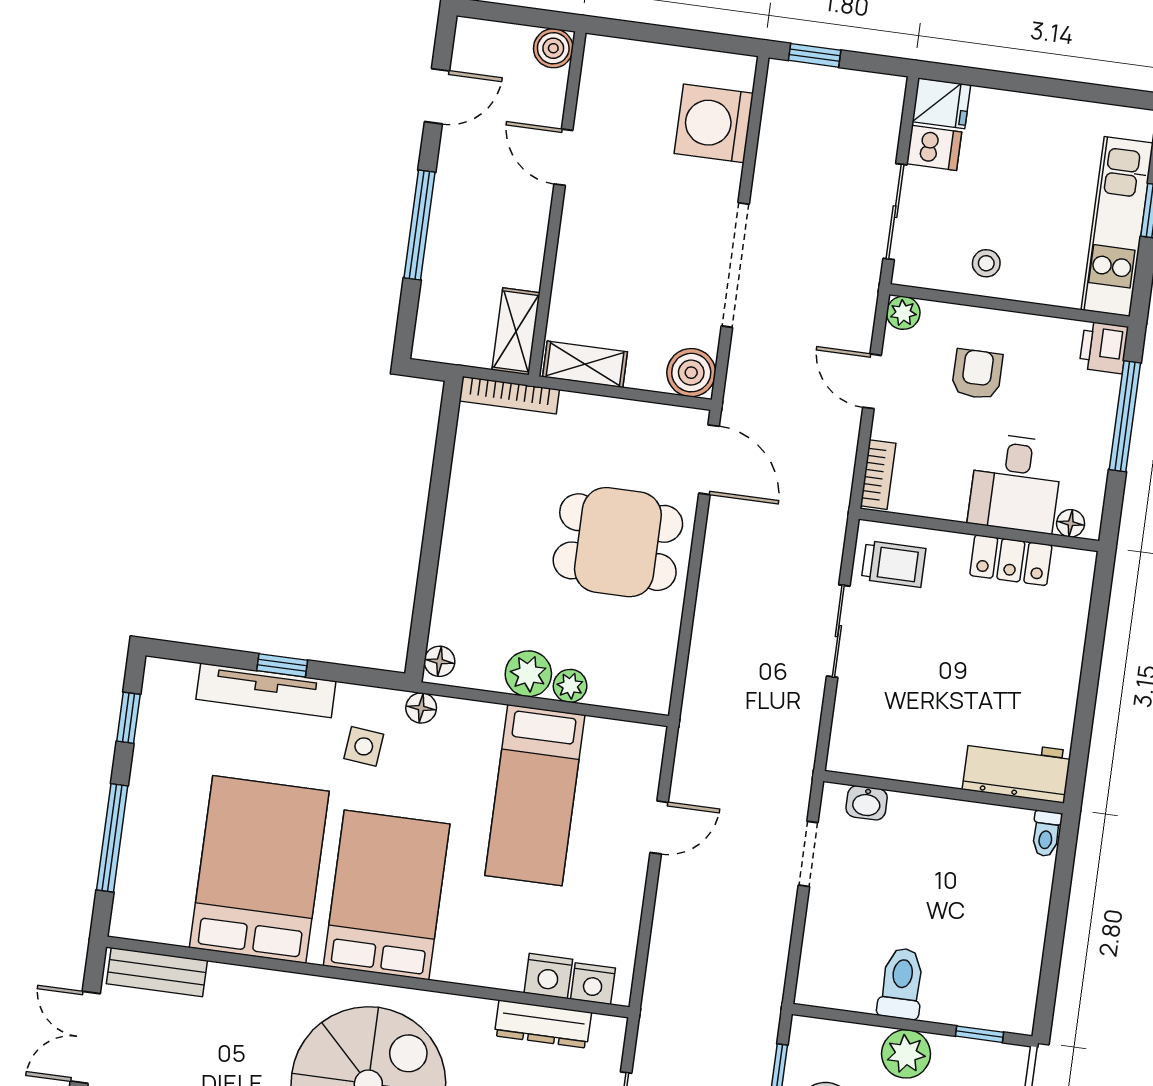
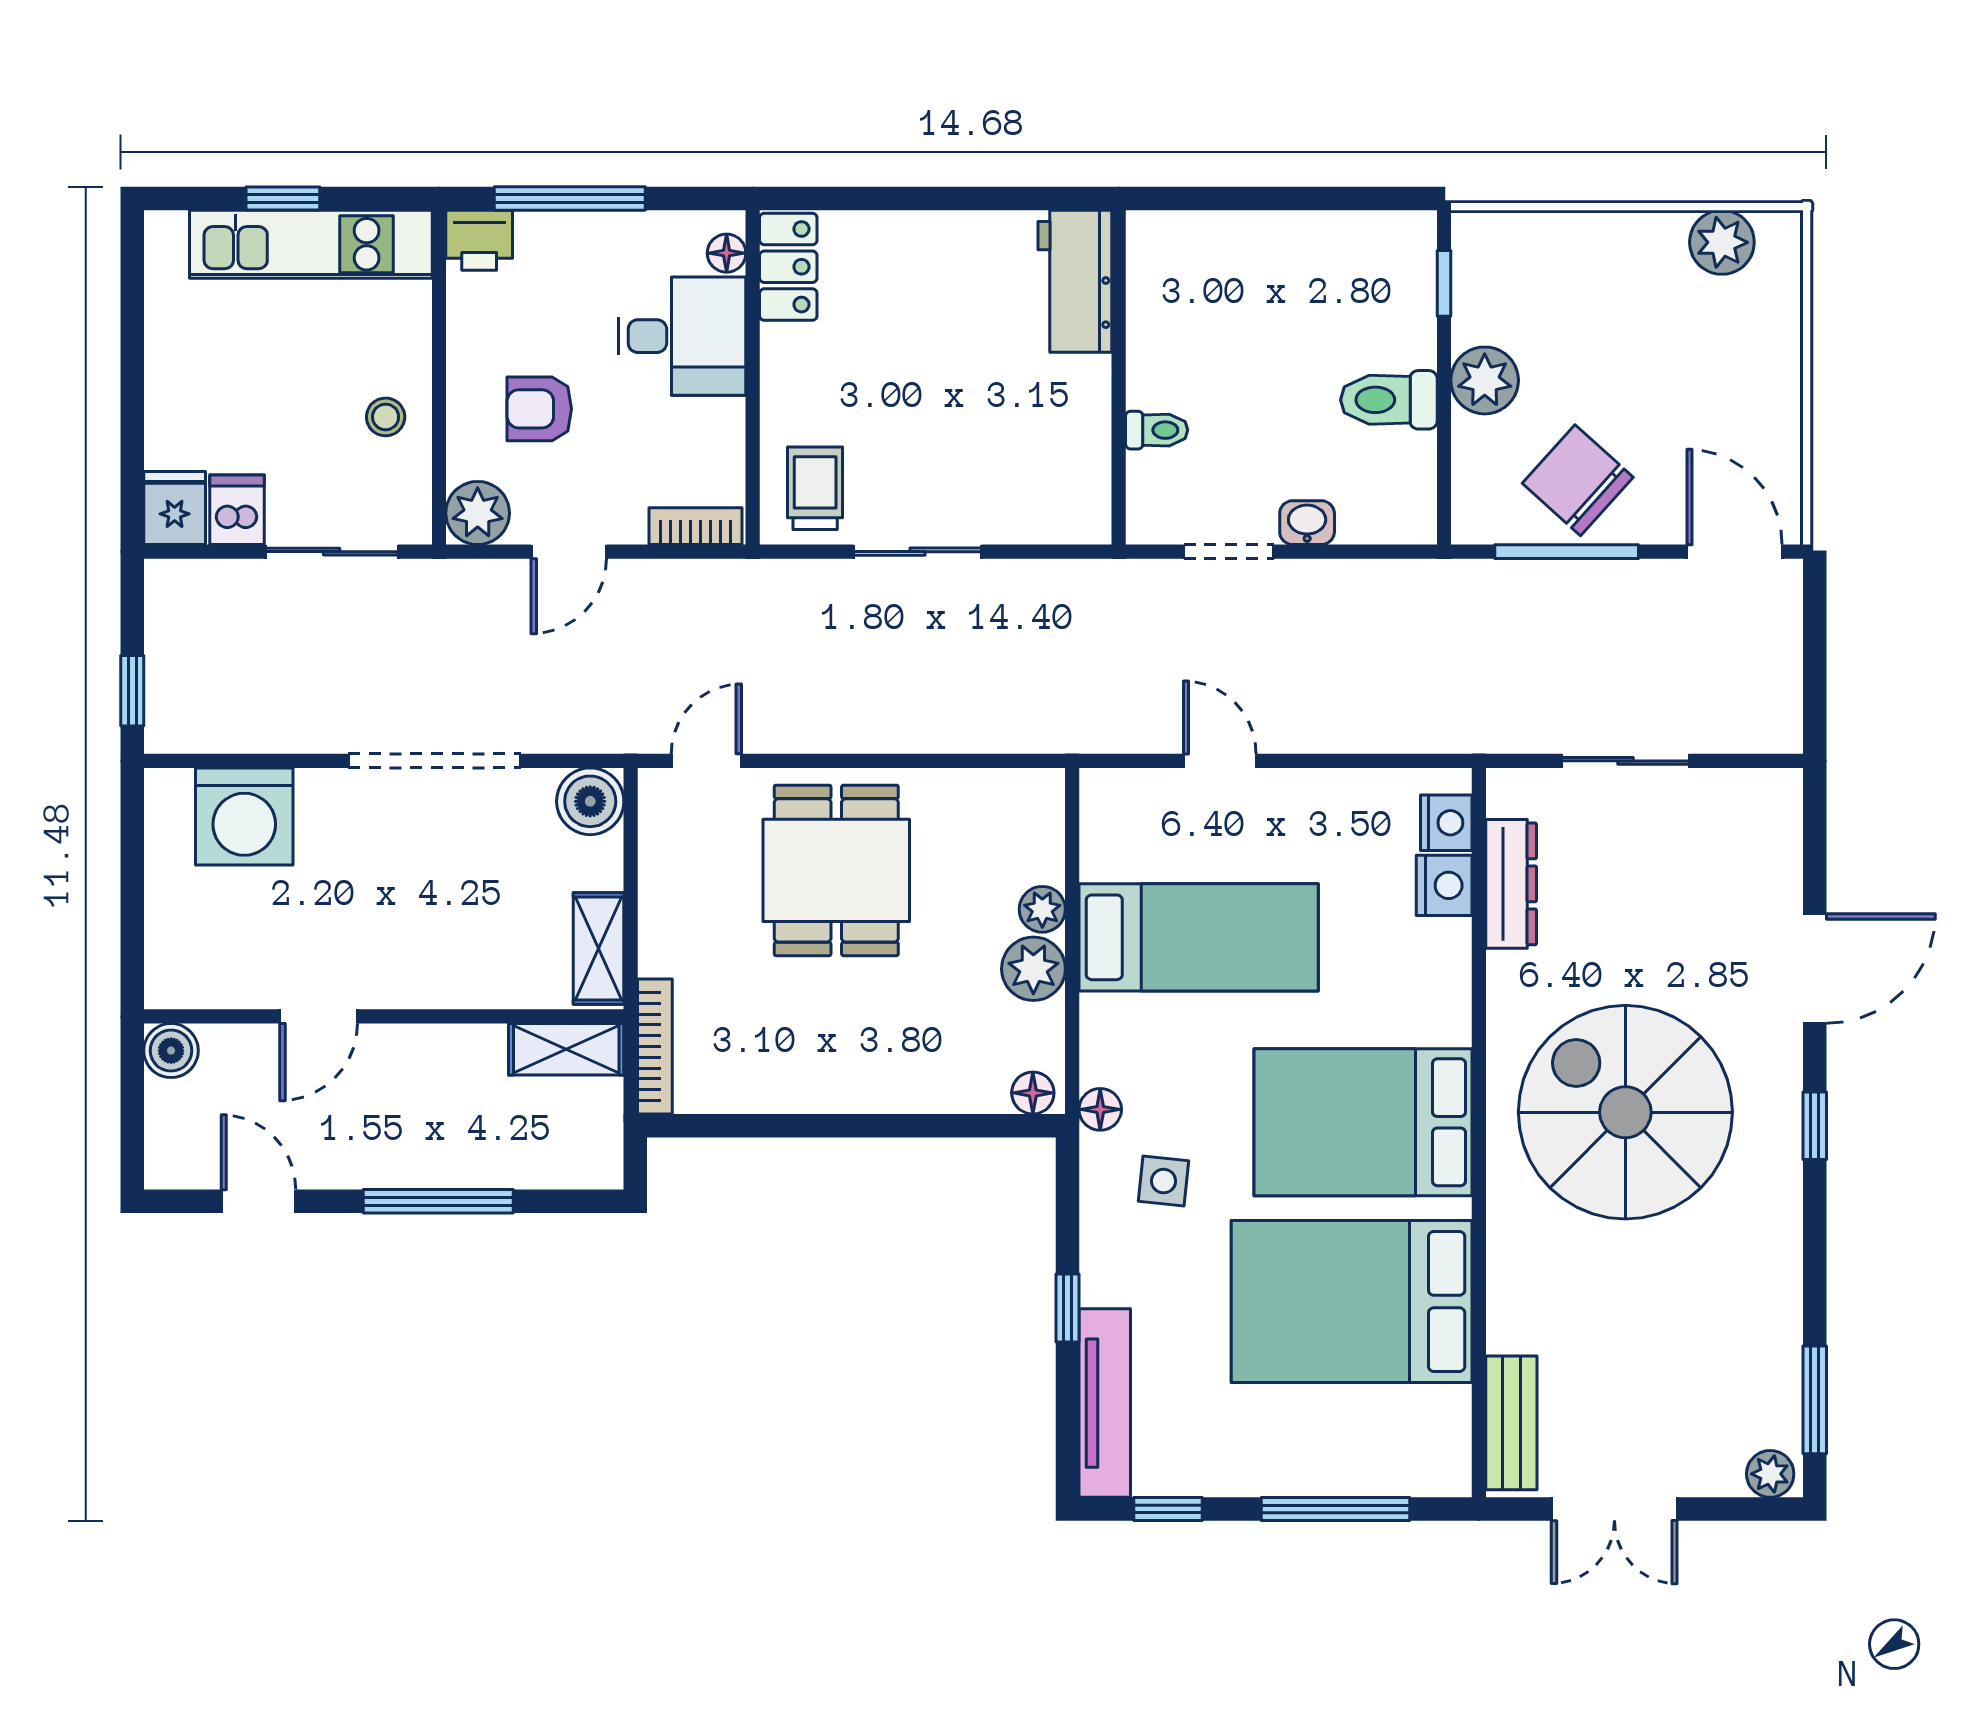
plant: (903, 313) -> (478, 513), width x1.38, depth x1.38
door: (709, 460) -> (706, 761), width x0.73
locker: (1011, 560) -> (788, 267), moved
tv unit: (266, 690) -> (1105, 1403), moved
washbasin: (867, 803) -> (1307, 523), moved, turned -90
toilet: (1046, 834) -> (1157, 430), moved

